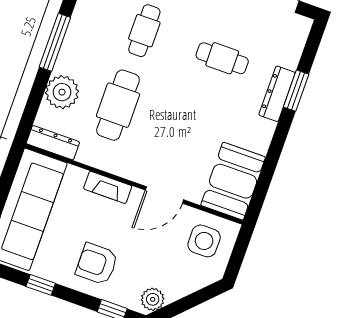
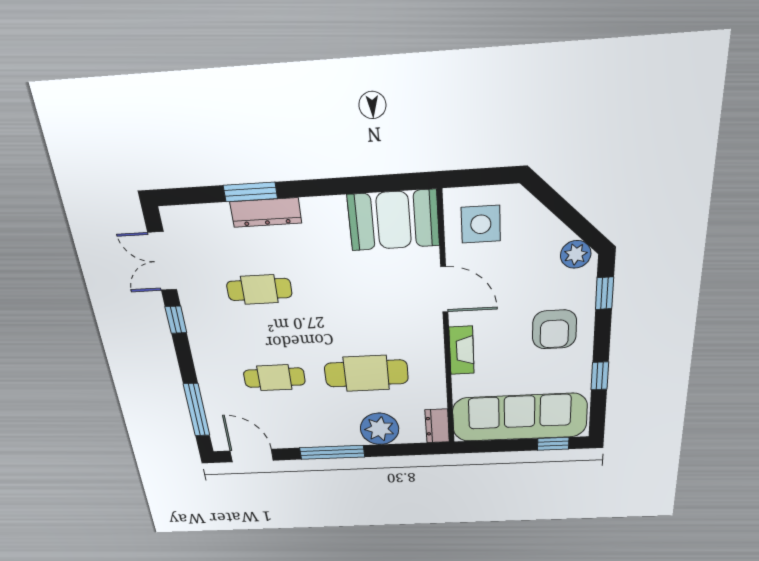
cafe table: (222, 58) -> (259, 289), turned 90
dresser: (53, 143) -> (437, 426), width x0.70

